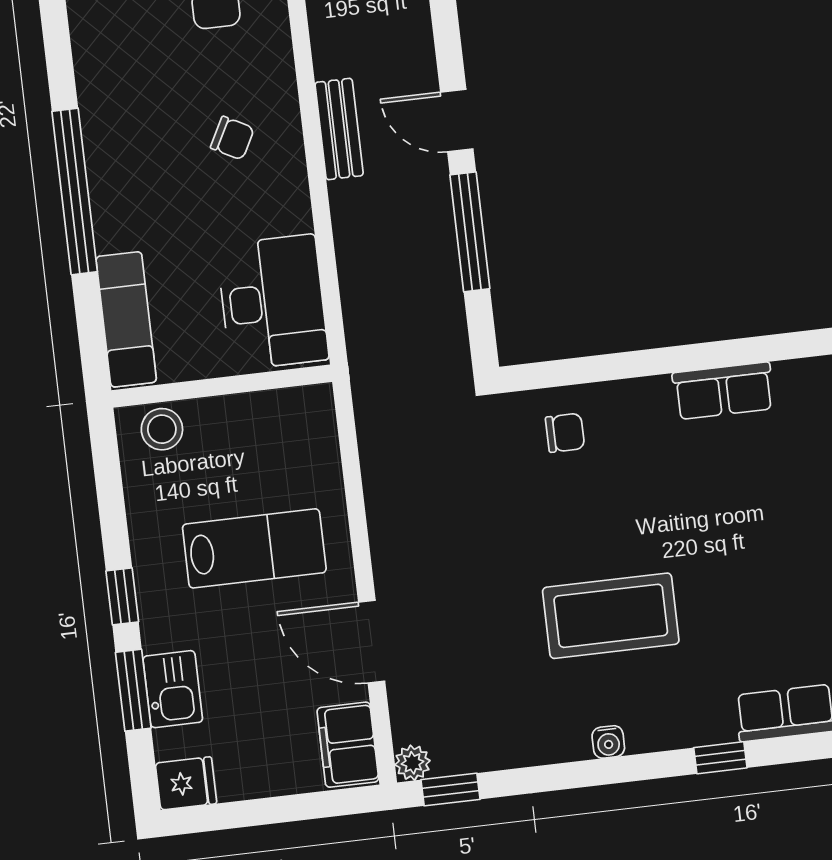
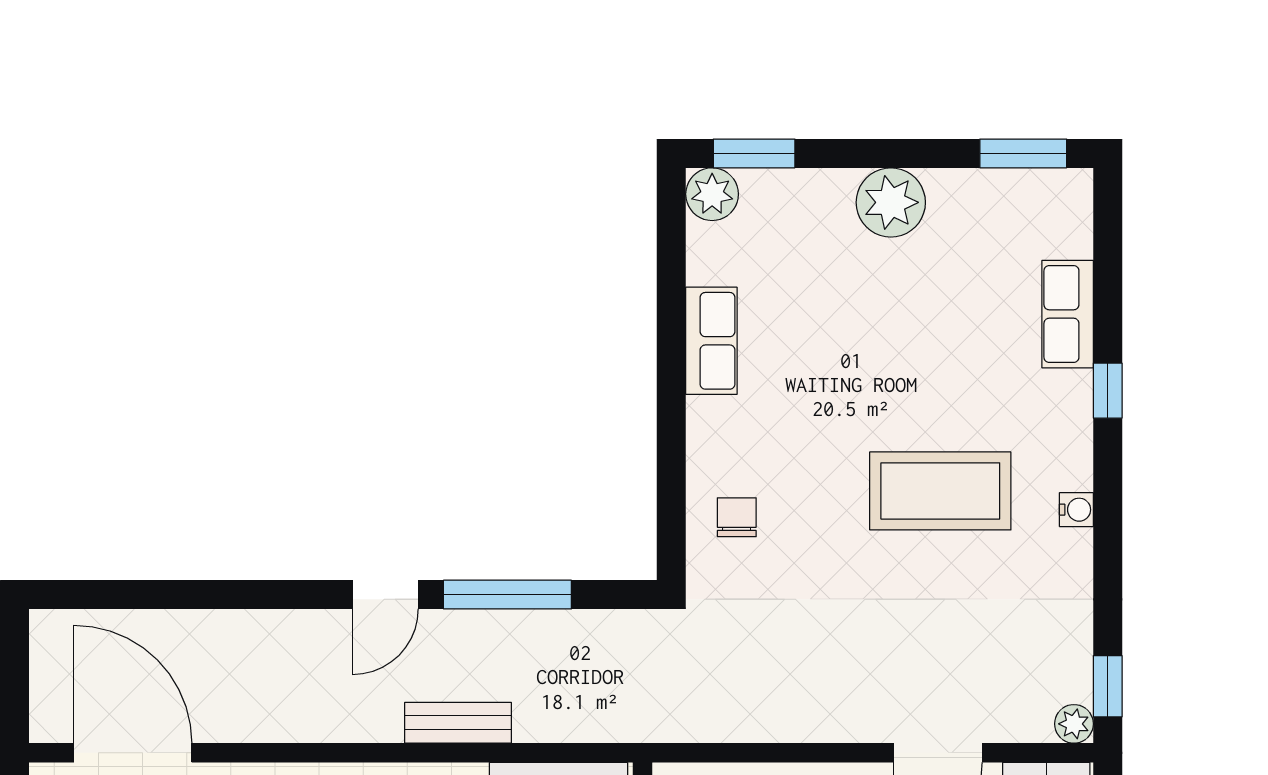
bench: (339, 129) -> (458, 723), moved
coffee table: (611, 616) -> (940, 491), turned 90

